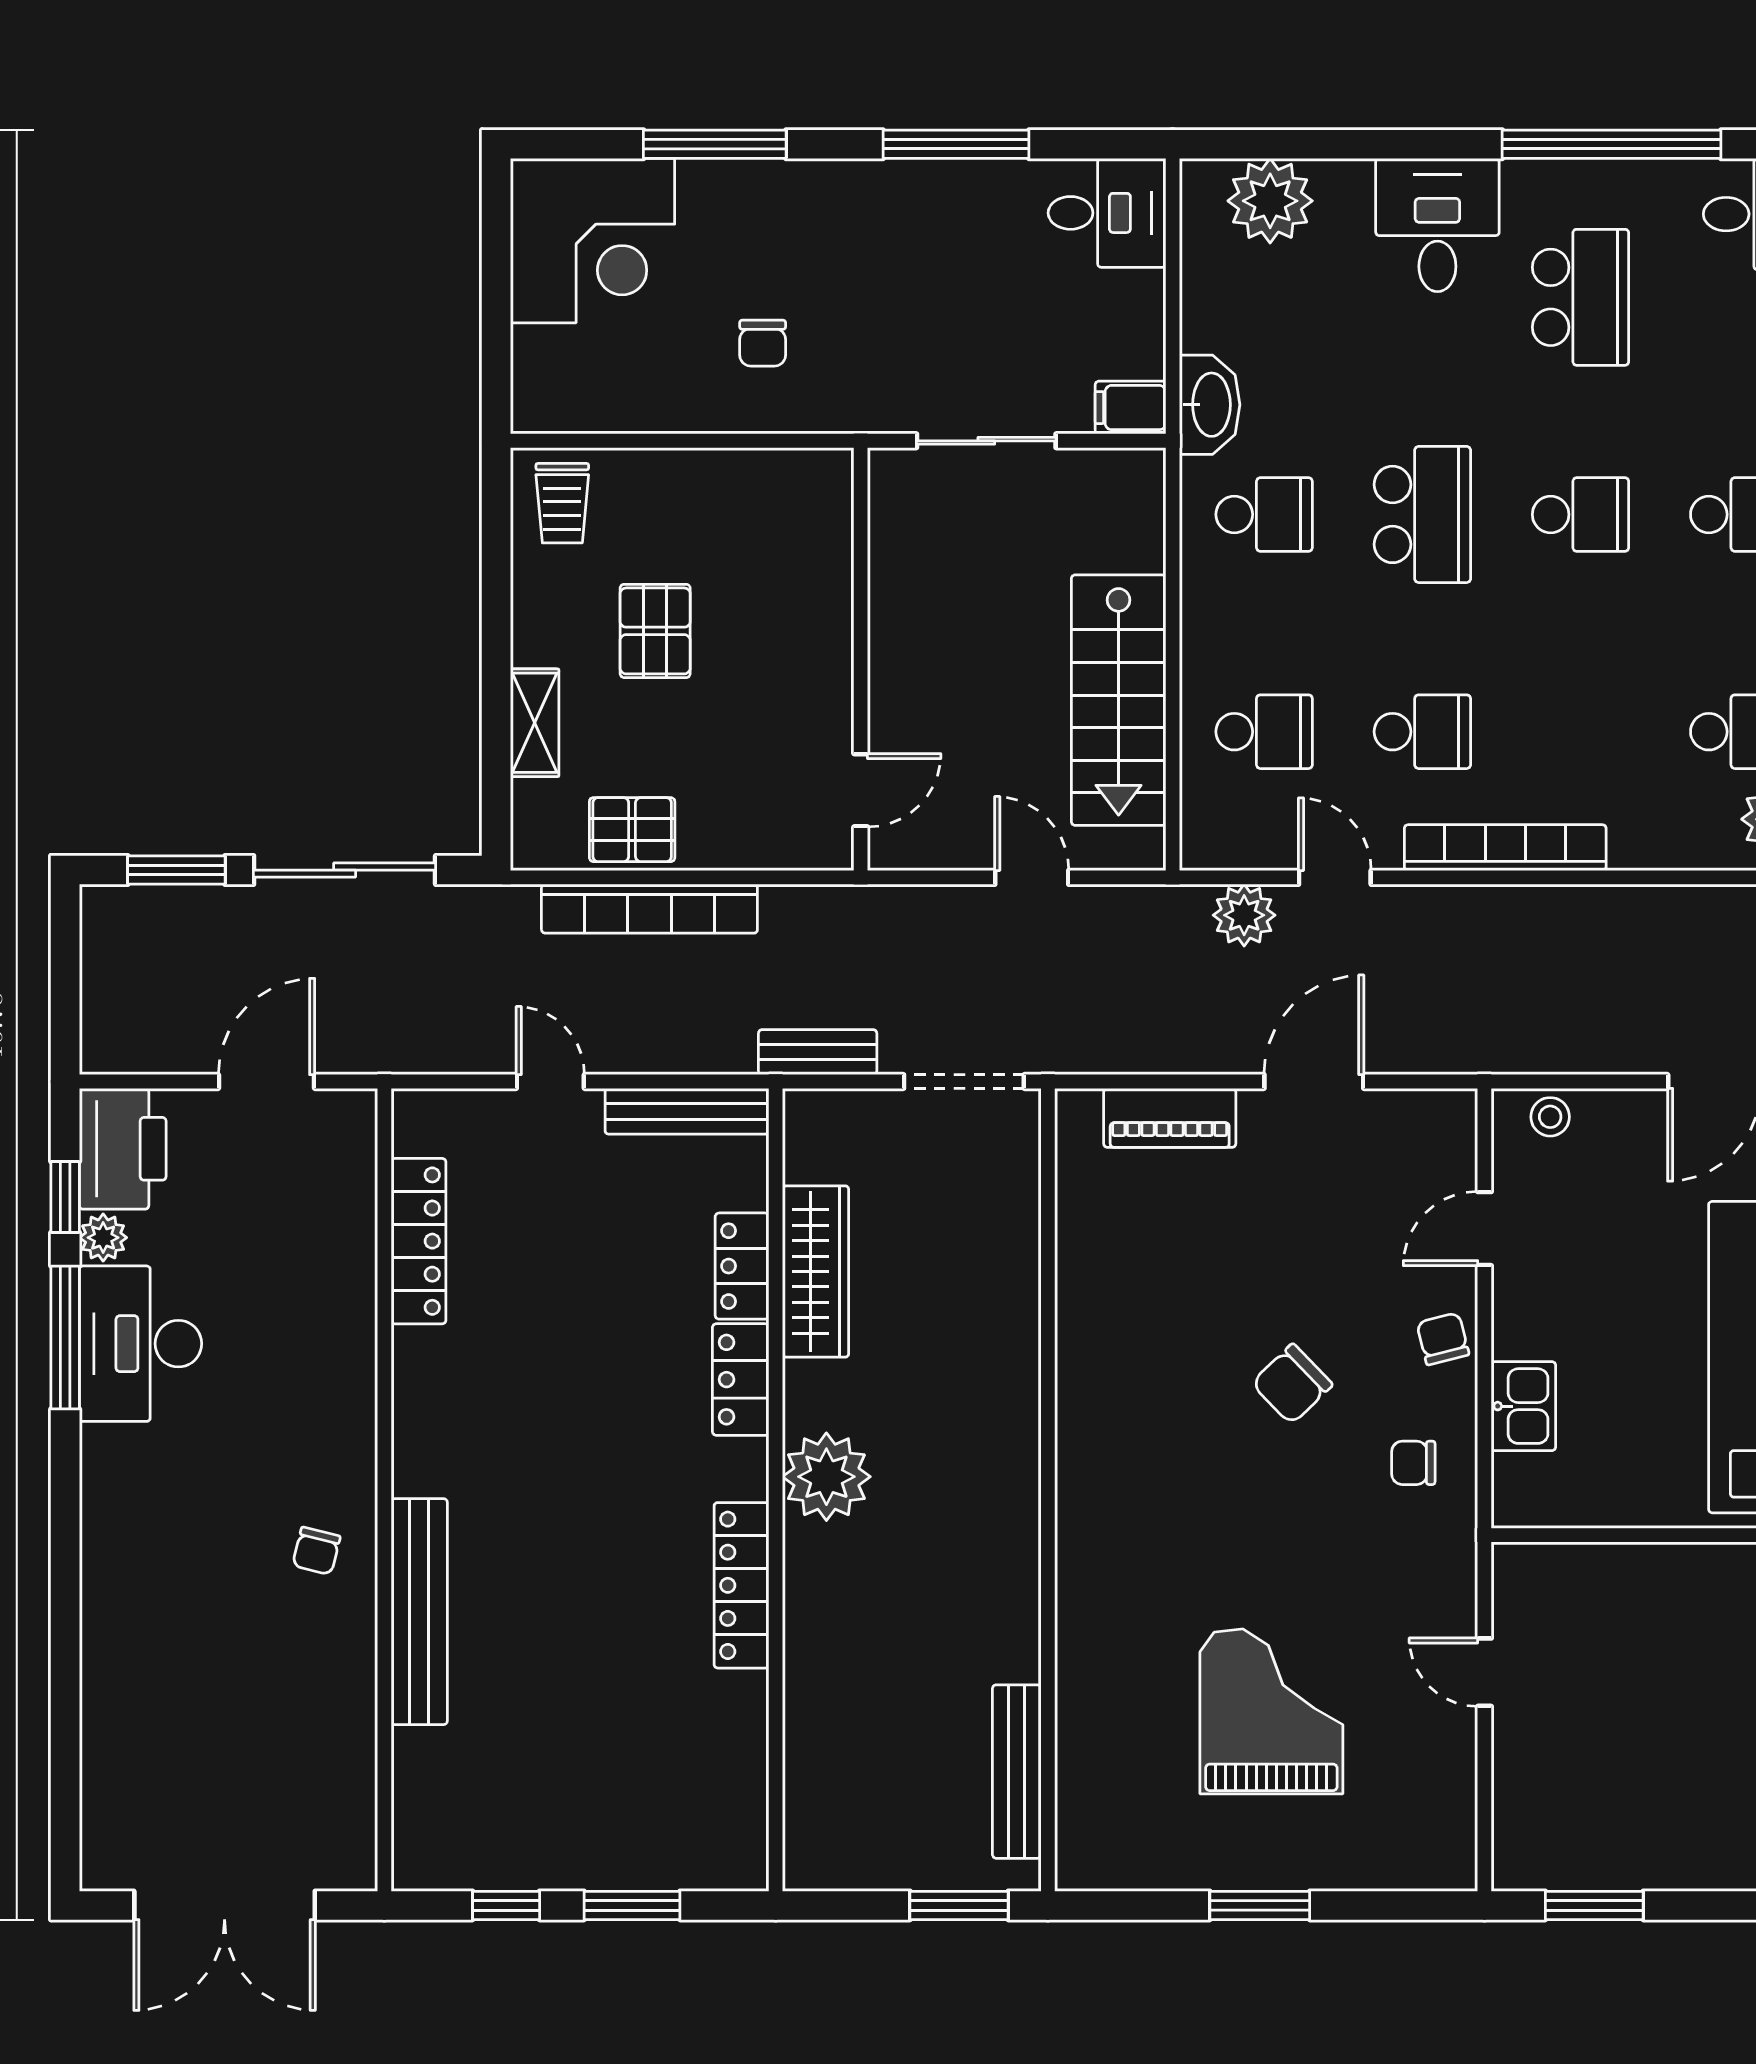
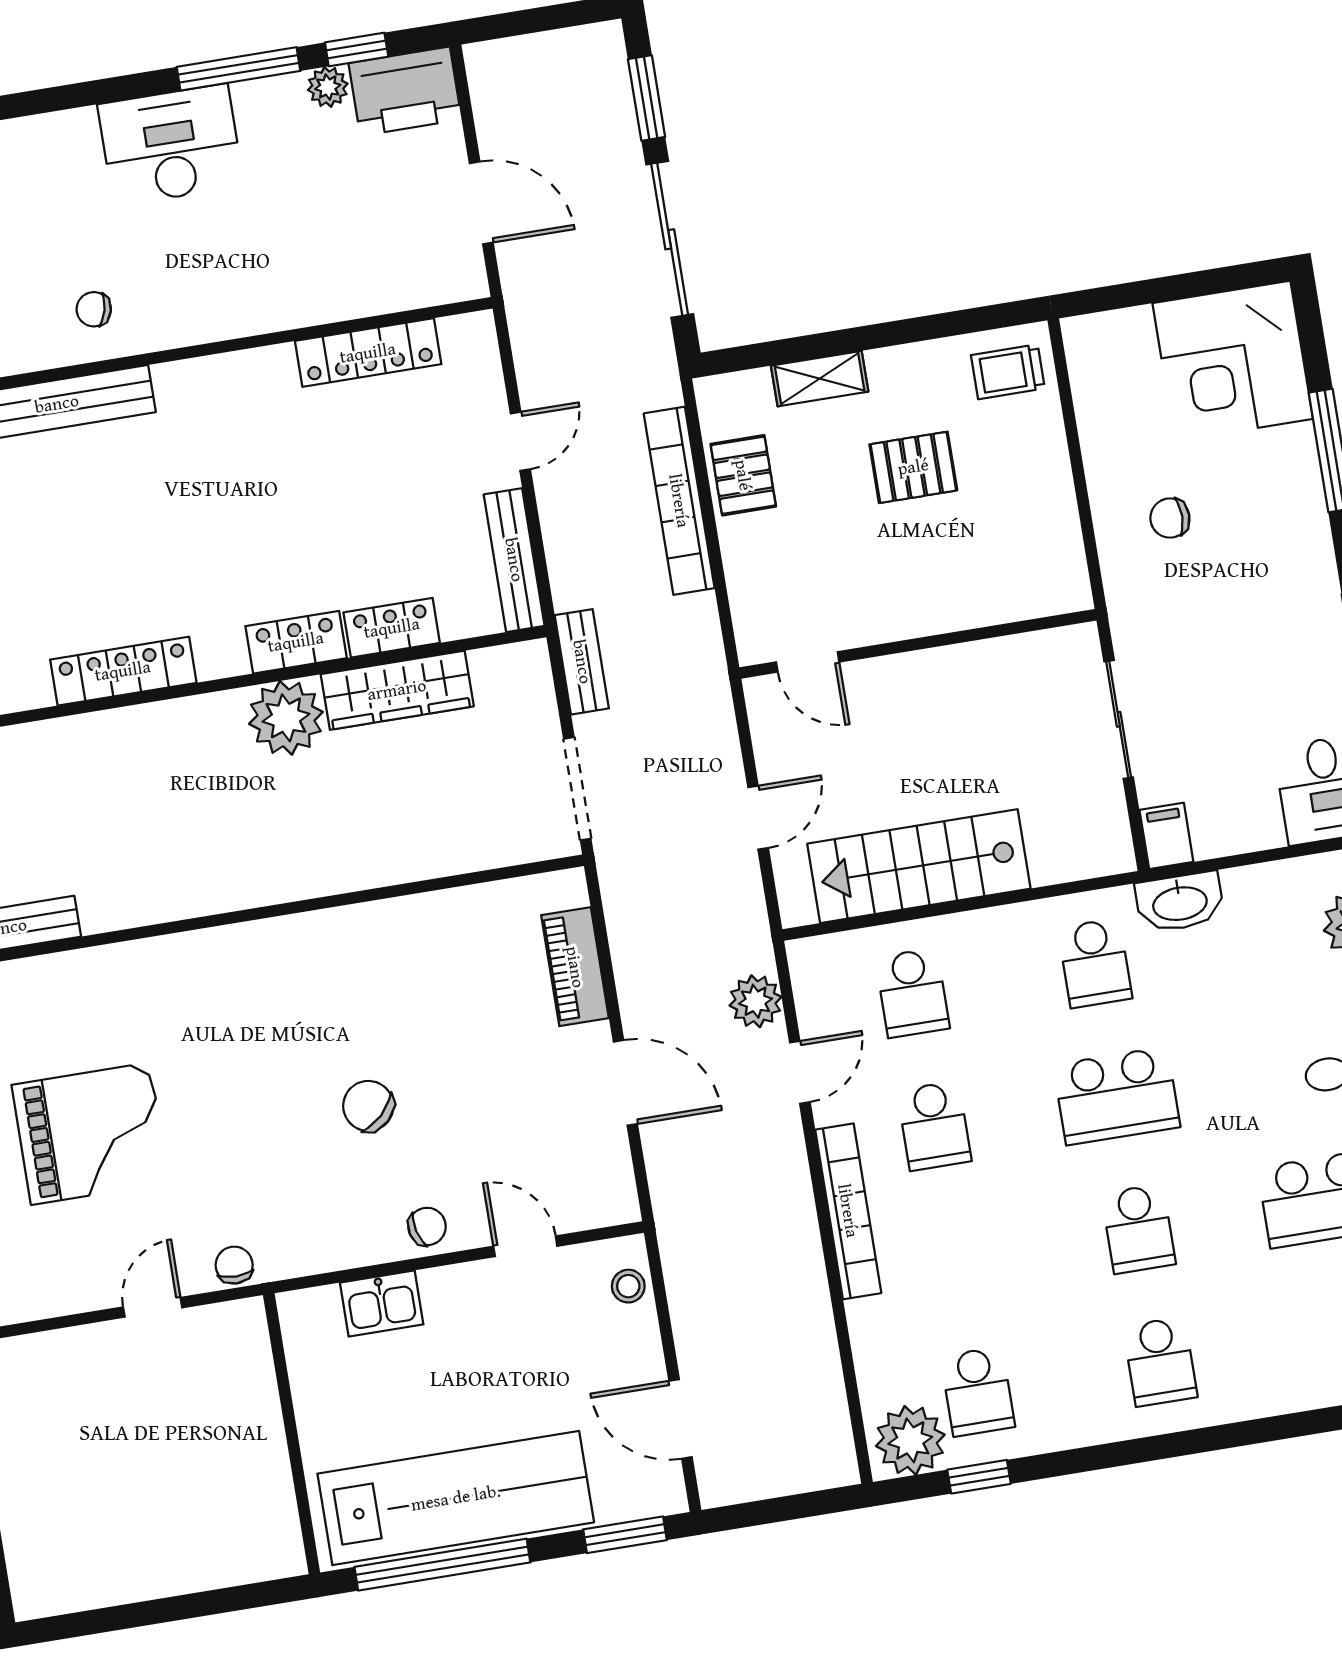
desk: (140, 1344) -> (171, 145), moved
chair: (1413, 1463) -> (234, 1265), moved
plant: (826, 1477) -> (286, 718), moved

